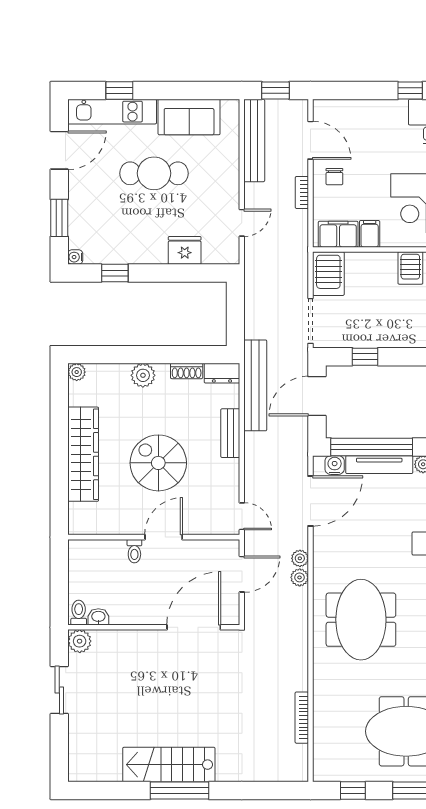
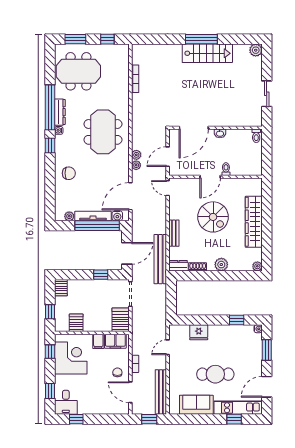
washbasin: (98, 617) -> (220, 133), moved
plant: (80, 641) -> (256, 50), moved

